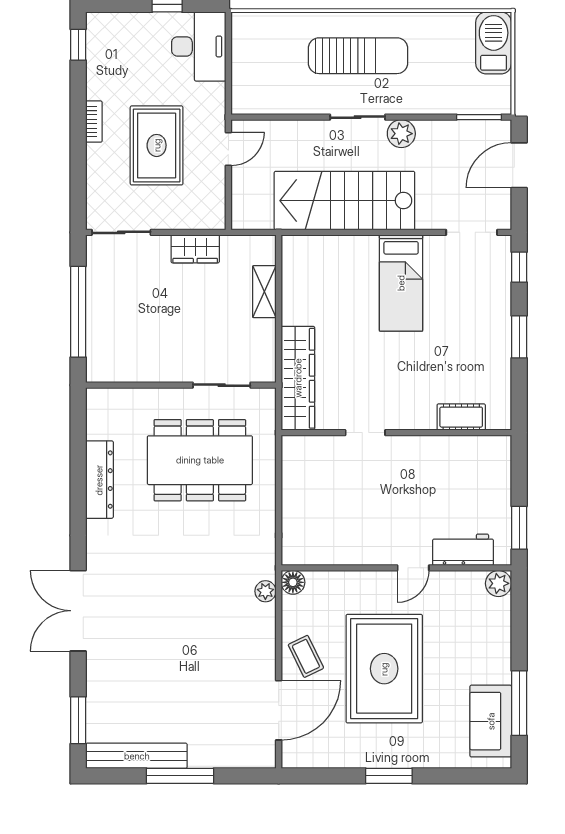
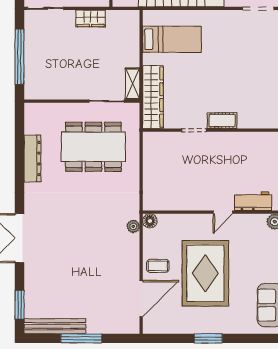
bed: (401, 283) -> (172, 39), moved, turned -90
shelving: (264, 292) -> (133, 84), moved
cot: (461, 417) -> (222, 121), moved
coffee table: (306, 656) -> (158, 266), turned -64

